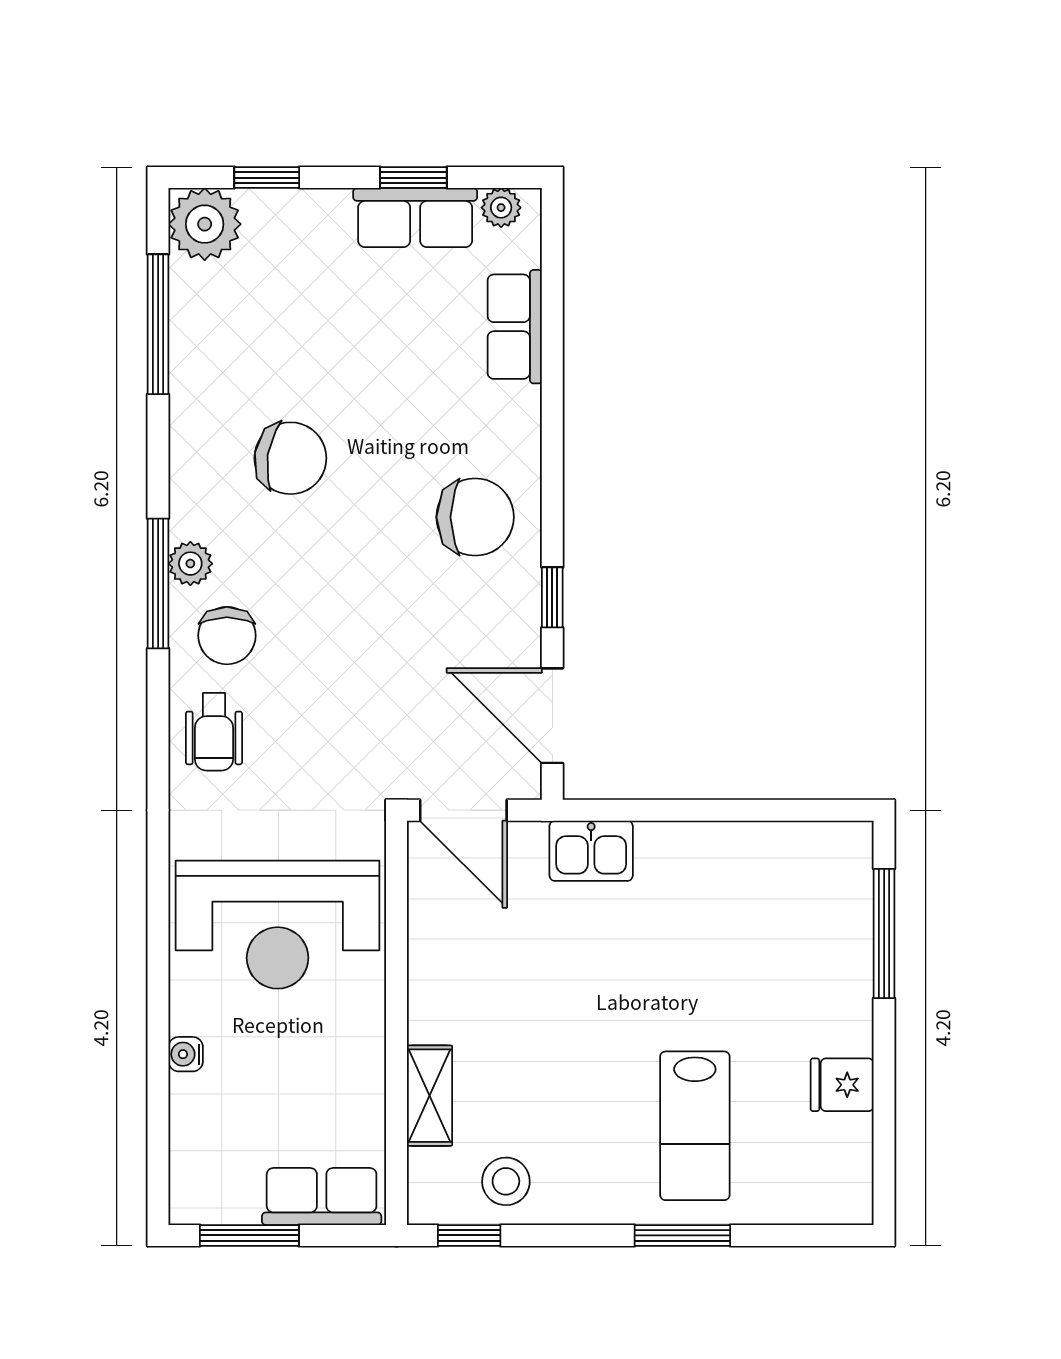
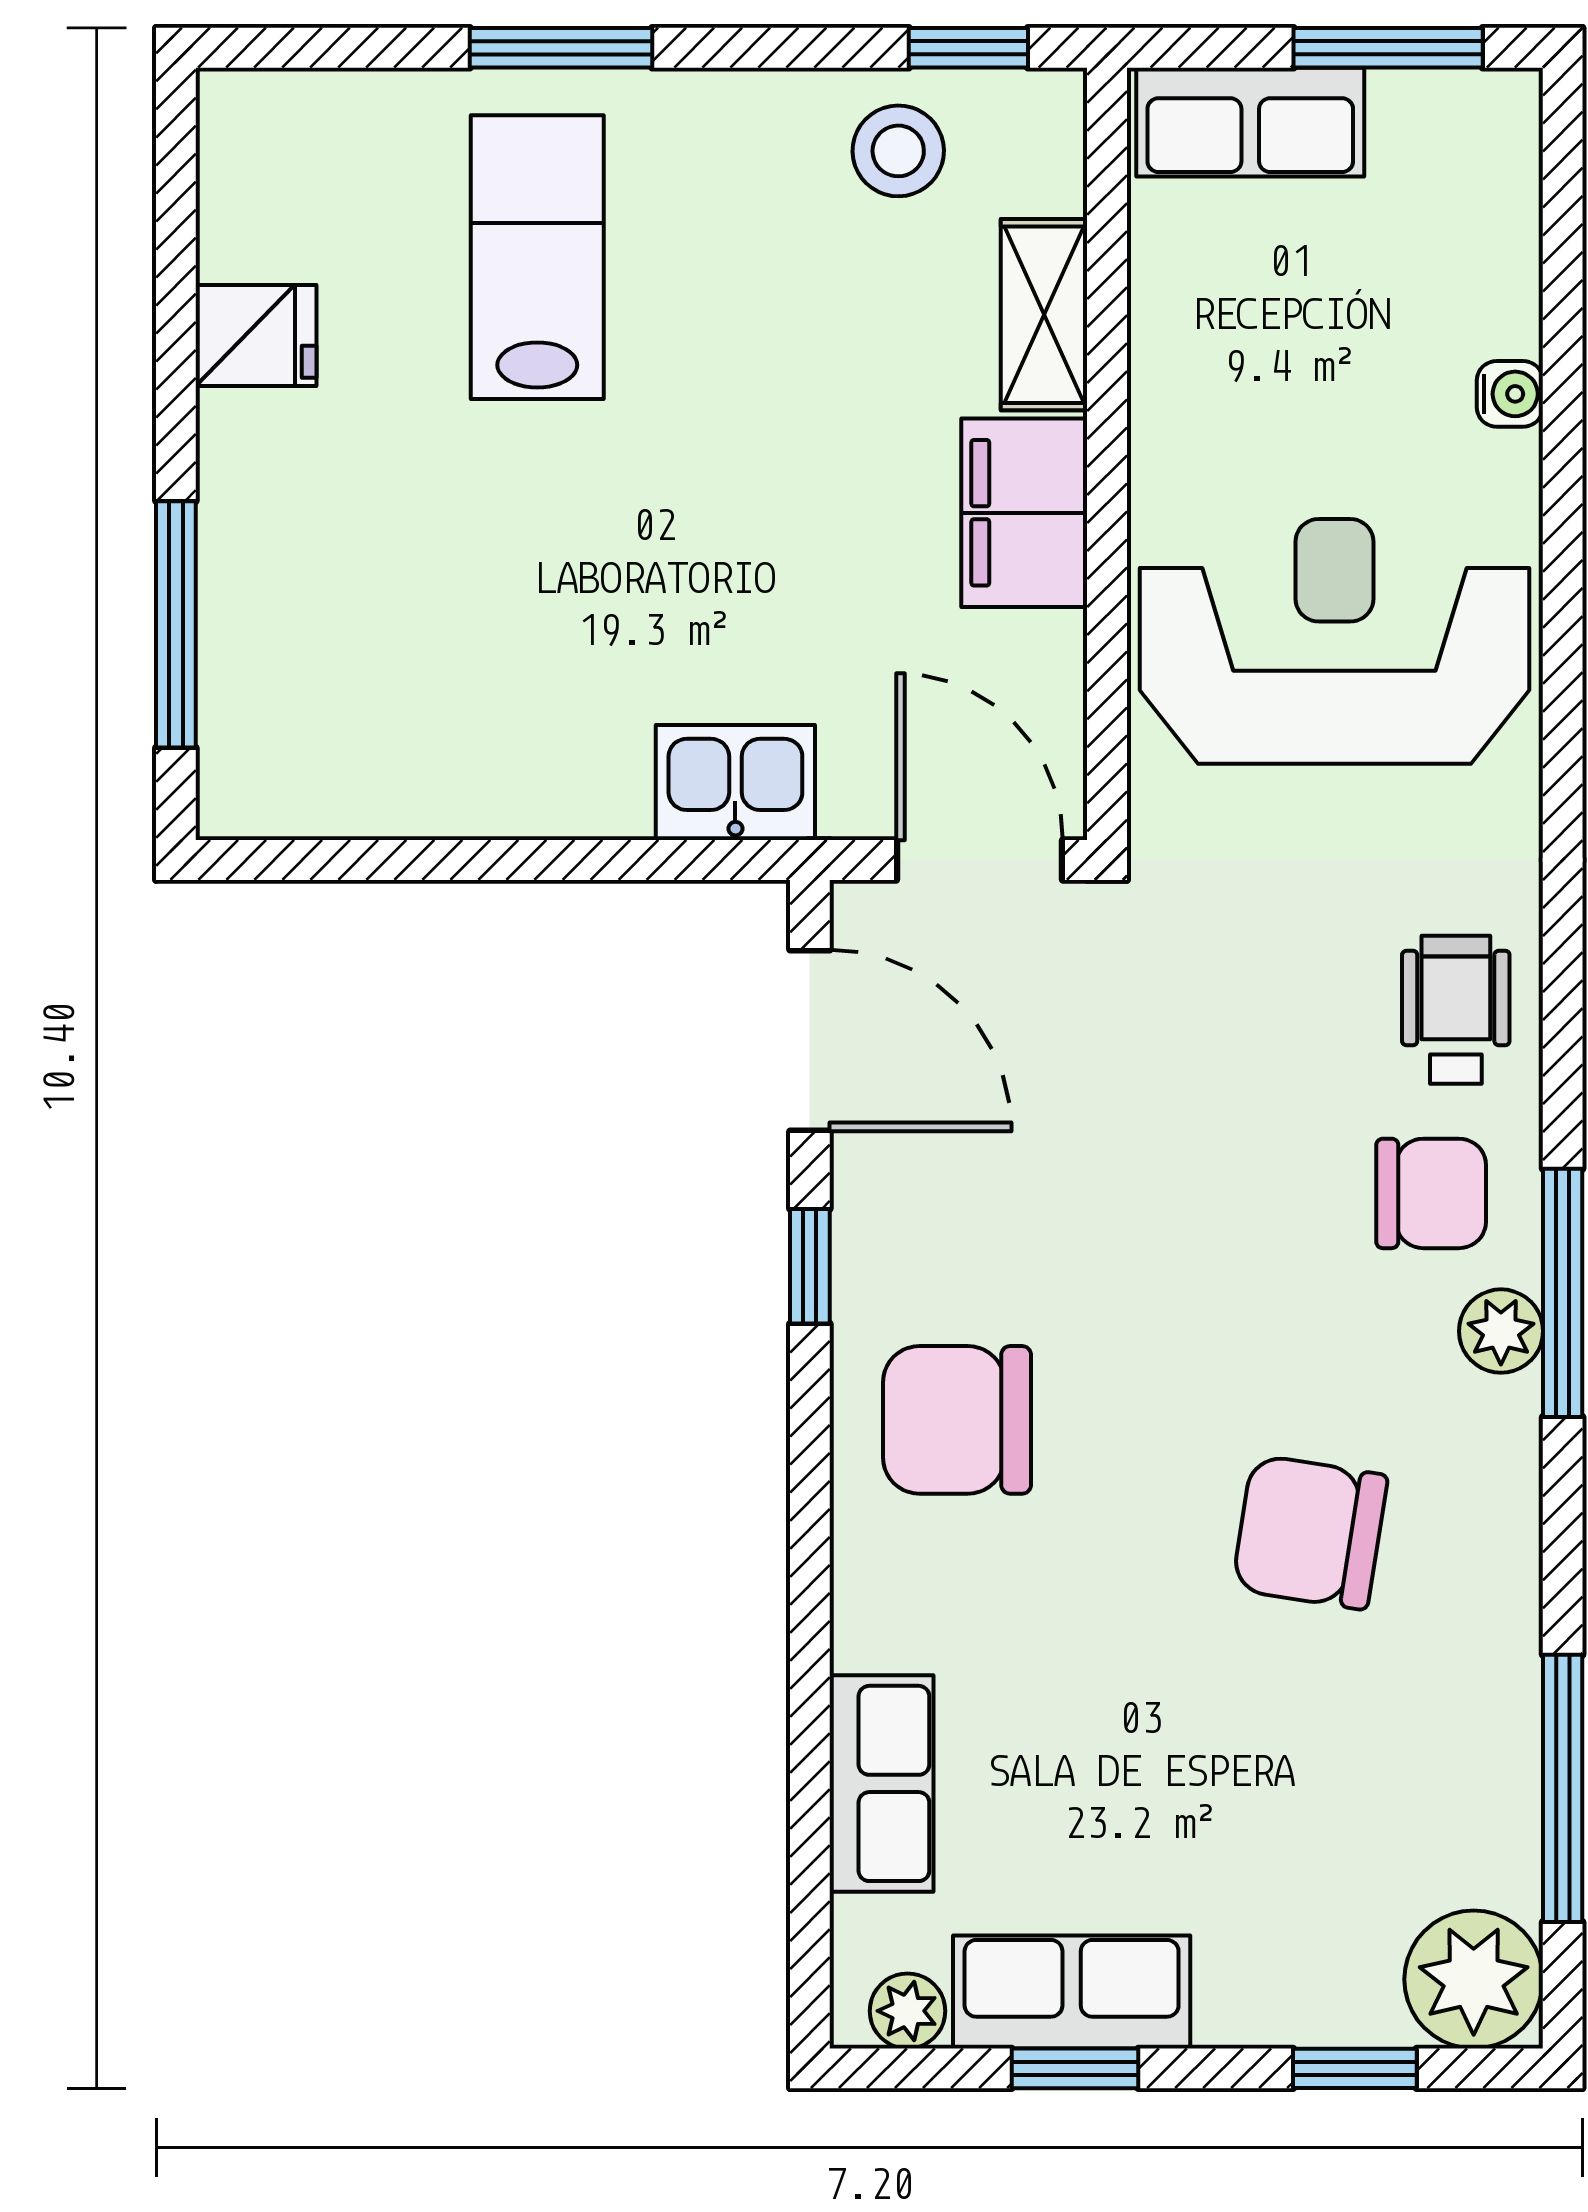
chair: (227, 636) -> (1431, 1193), turned 90
filing cabinet: (440, 992) -> (1024, 513), added

